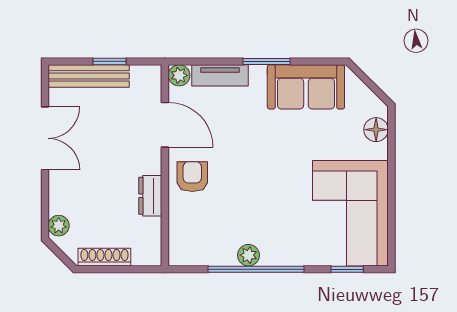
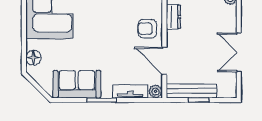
bench: (89, 76) -> (191, 91), moved
armchair: (192, 177) -> (147, 29), turned 90

